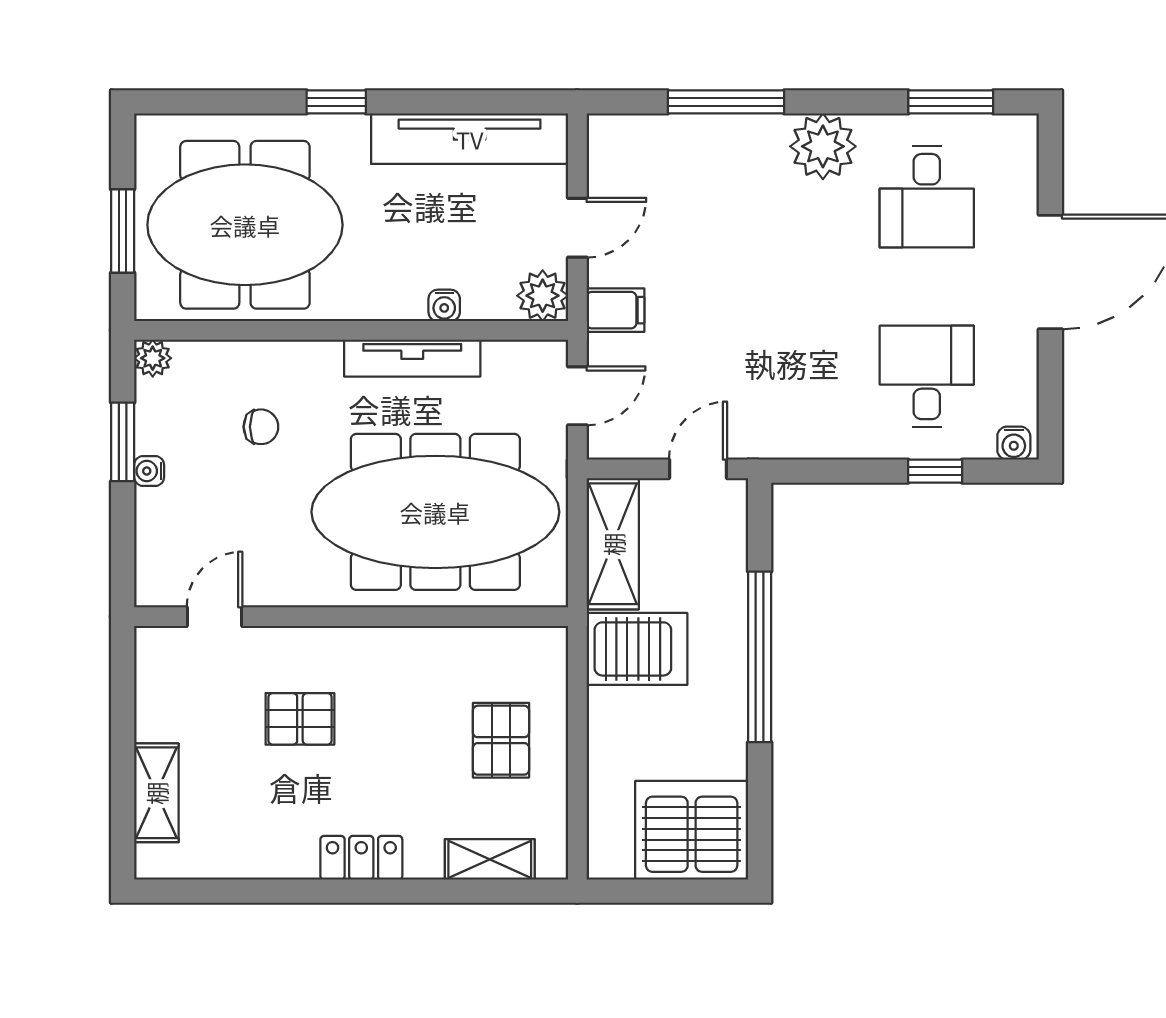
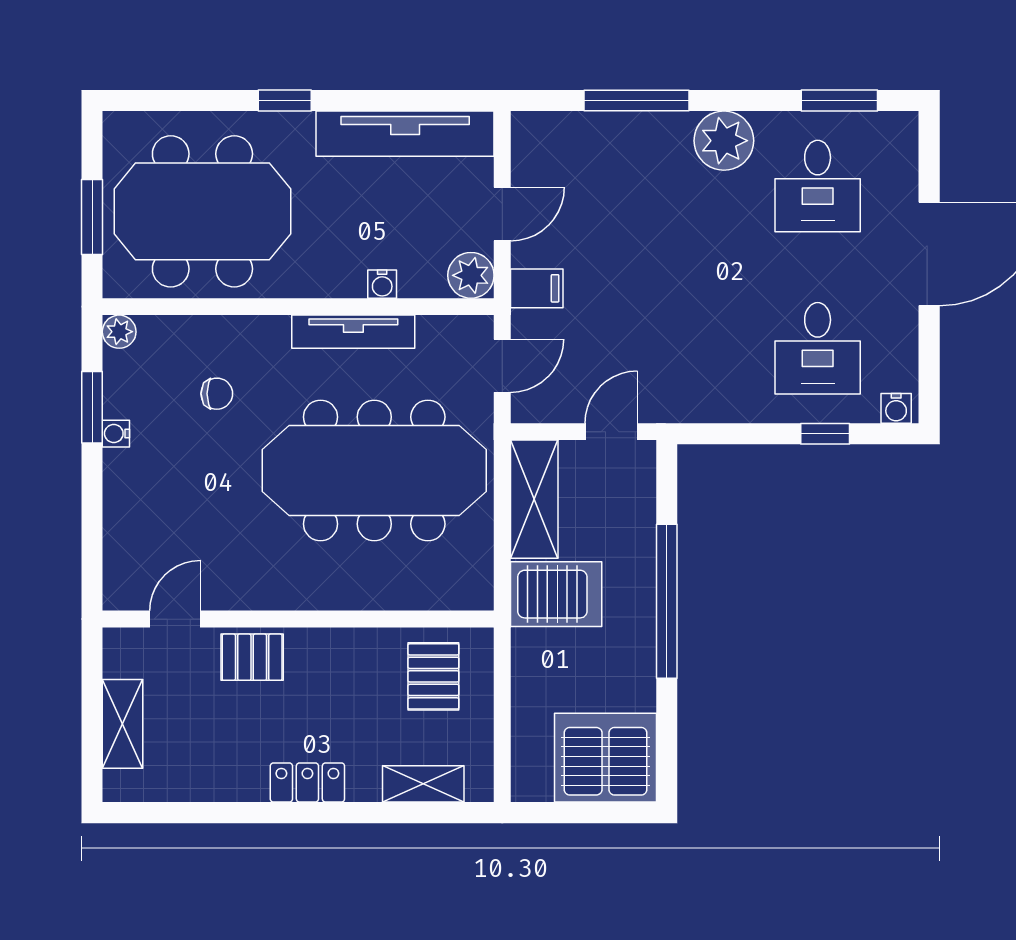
desk: (927, 376) -> (818, 348), turned 180
door: (215, 617) -> (175, 619), moved
wall: (351, 617) -> (298, 619), moved

